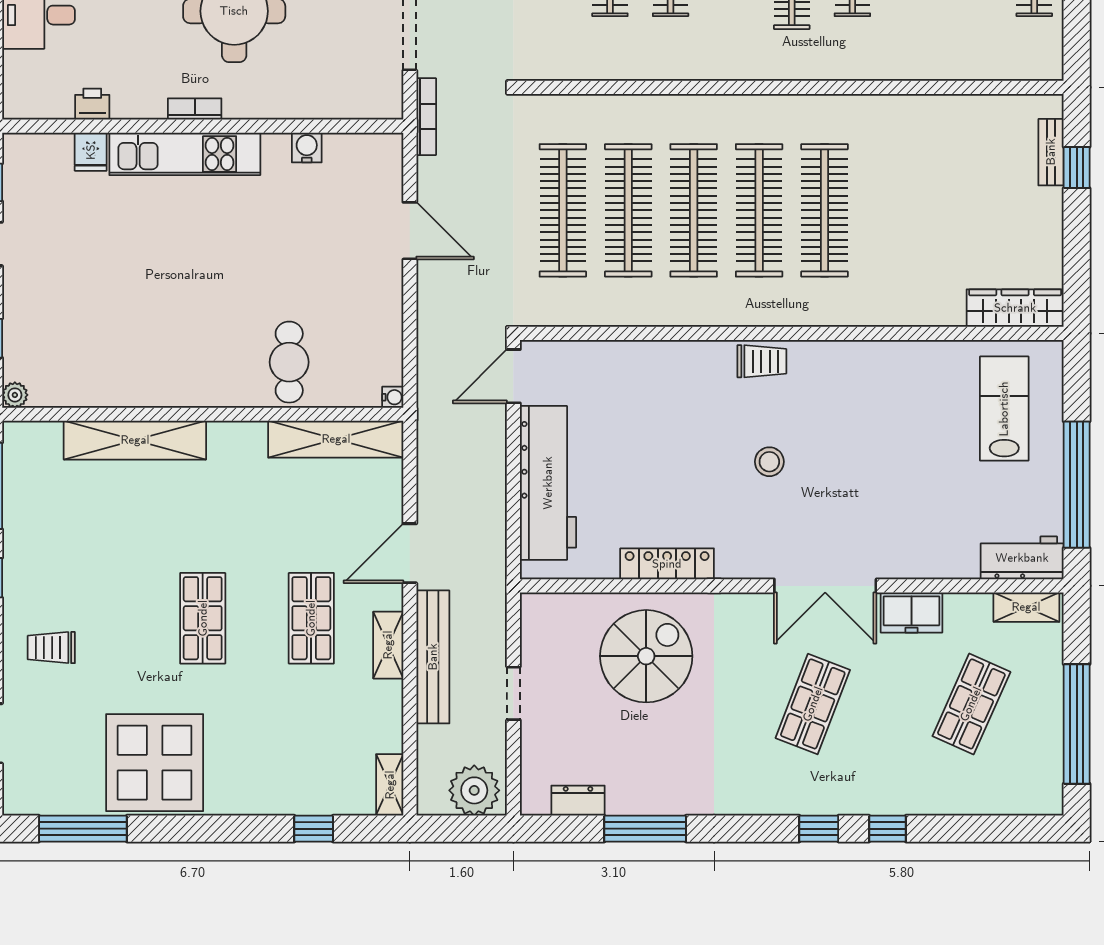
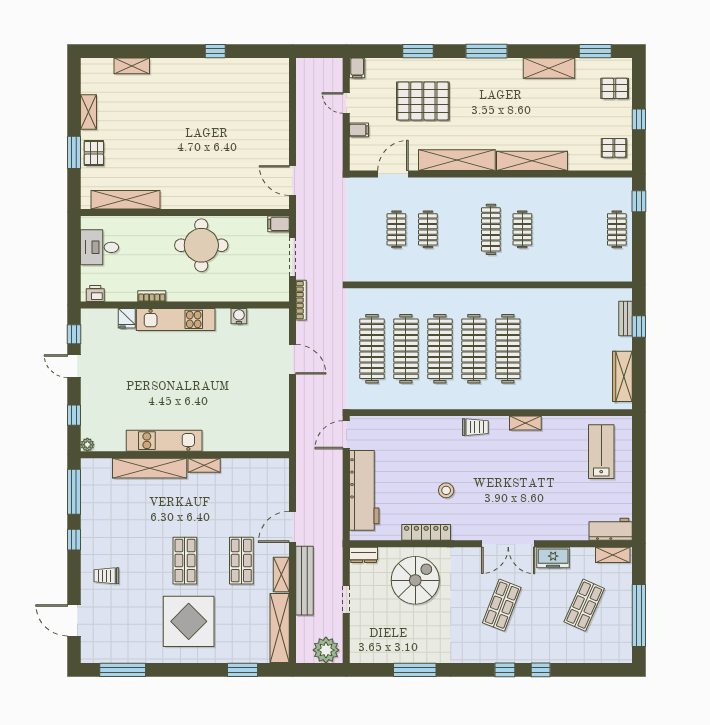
printer: (92, 104) -> (95, 294), moved
bookcase: (195, 109) -> (152, 296), moved
wardrobe: (1015, 308) -> (622, 376), moved, turned -90
shelving: (858, 353) -> (525, 423), added
cafe table: (289, 362) -> (230, 428), removed
kitchen unit: (163, 387) -> (164, 441), added
water cooler: (393, 397) -> (284, 446), removed
shelving: (336, 439) -> (204, 465), moved, width x0.45, depth x0.75
stool: (769, 462) -> (446, 490), moved
window: (1077, 485) -> (639, 491), removed
display table: (155, 763) -> (189, 621), moved
shelving: (390, 785) -> (280, 628), width x2.20, depth x1.33
dresser: (578, 801) -> (364, 555), moved, turned 180
window: (314, 829) -> (243, 670), width x1.50

